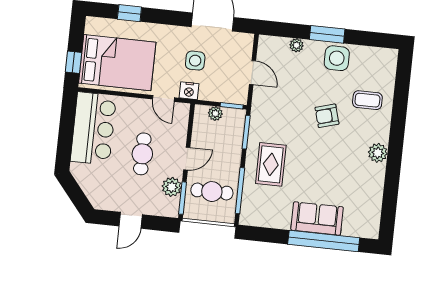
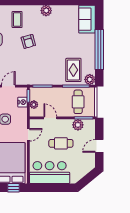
nightstand: (189, 91) -> (23, 102), moved
door: (187, 159) -> (50, 118), moved
rug: (271, 164) -> (73, 70), moved, turned 90
plant: (249, 216) -> (90, 79), added
sofa: (317, 219) -> (87, 19), moved
door: (131, 220) -> (99, 146), swing flipped
window: (324, 241) -> (99, 50), moved

